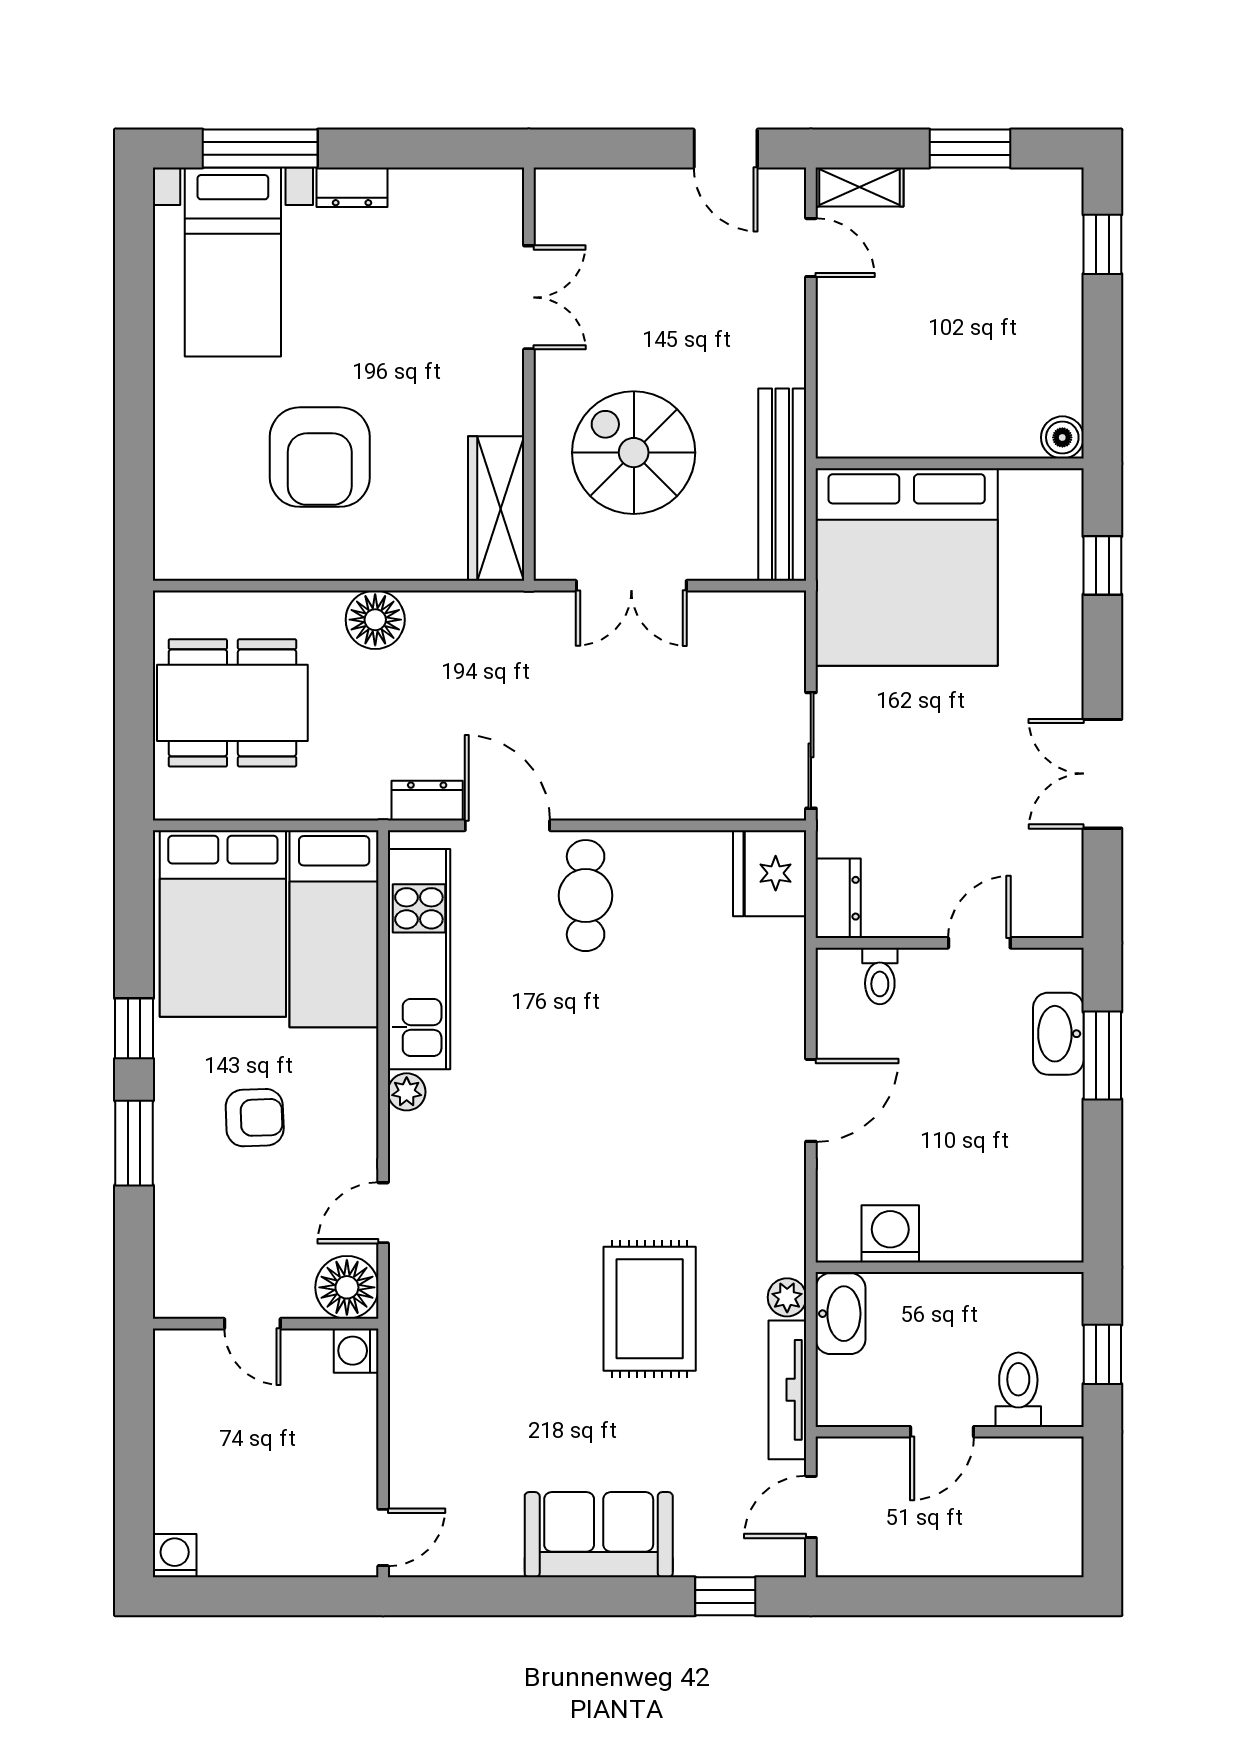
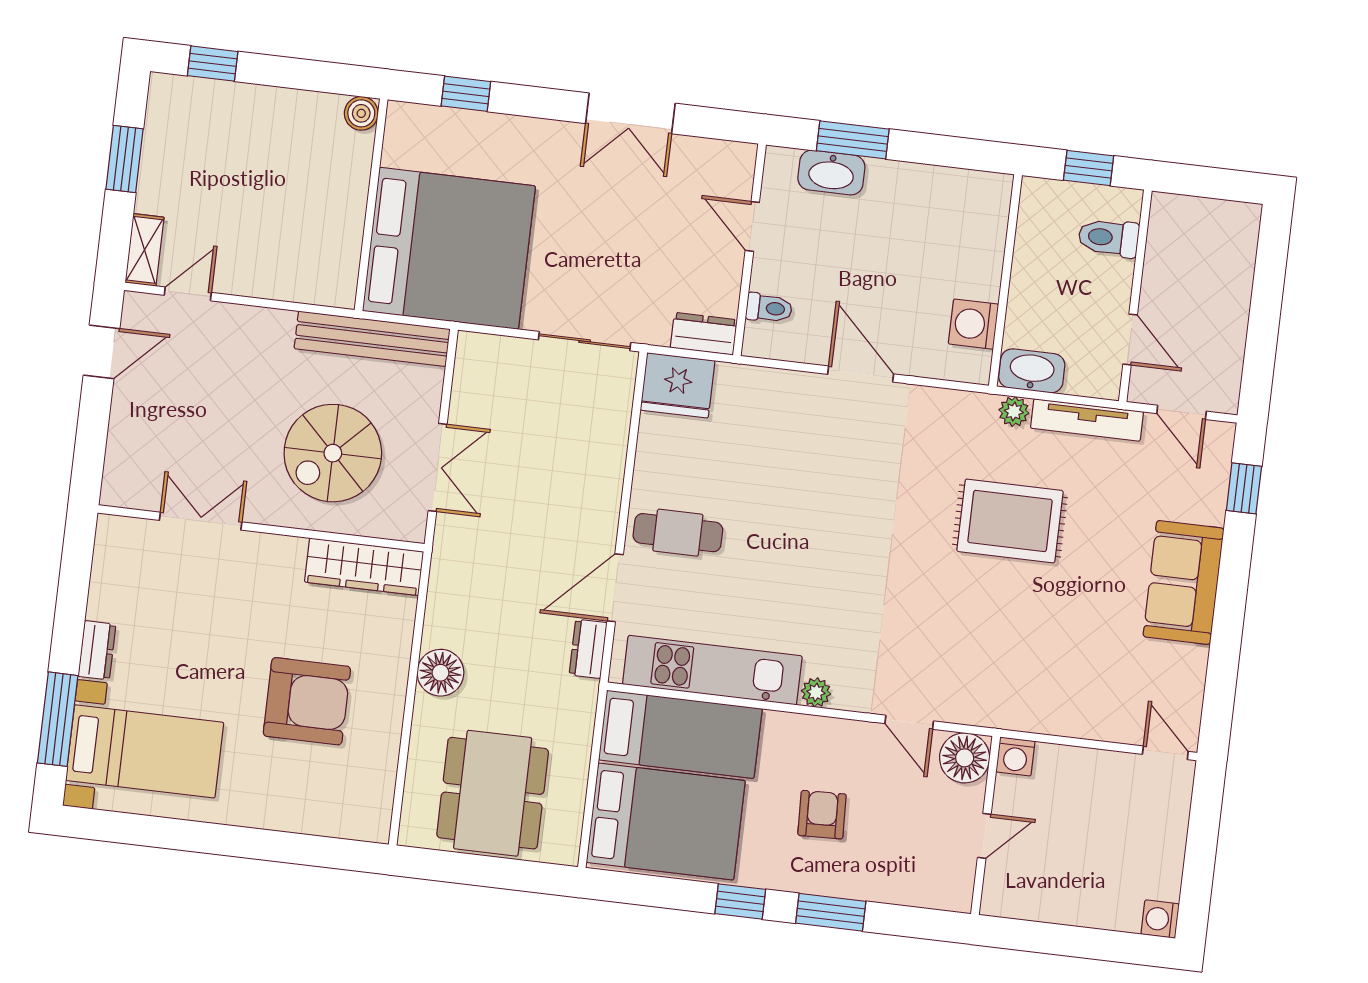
door: (942, 1432) -> (1130, 339), moved

